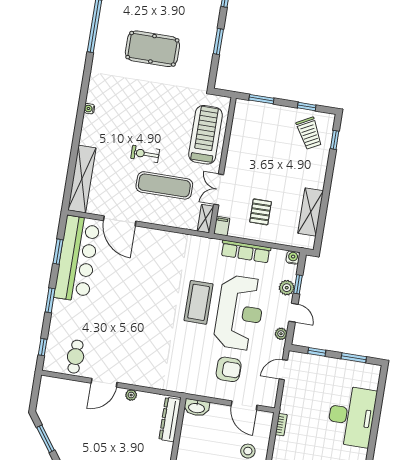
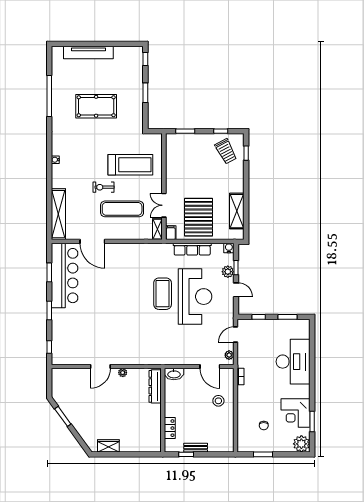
treadmill: (205, 135) -> (130, 165), moved, turned 90
pallet: (261, 212) -> (199, 217), width x2.05, depth x2.00
plant: (281, 334) -> (229, 355), moved
cafe table: (76, 357) -> (76, 350), removed
armchair: (229, 369) -> (194, 341), removed

